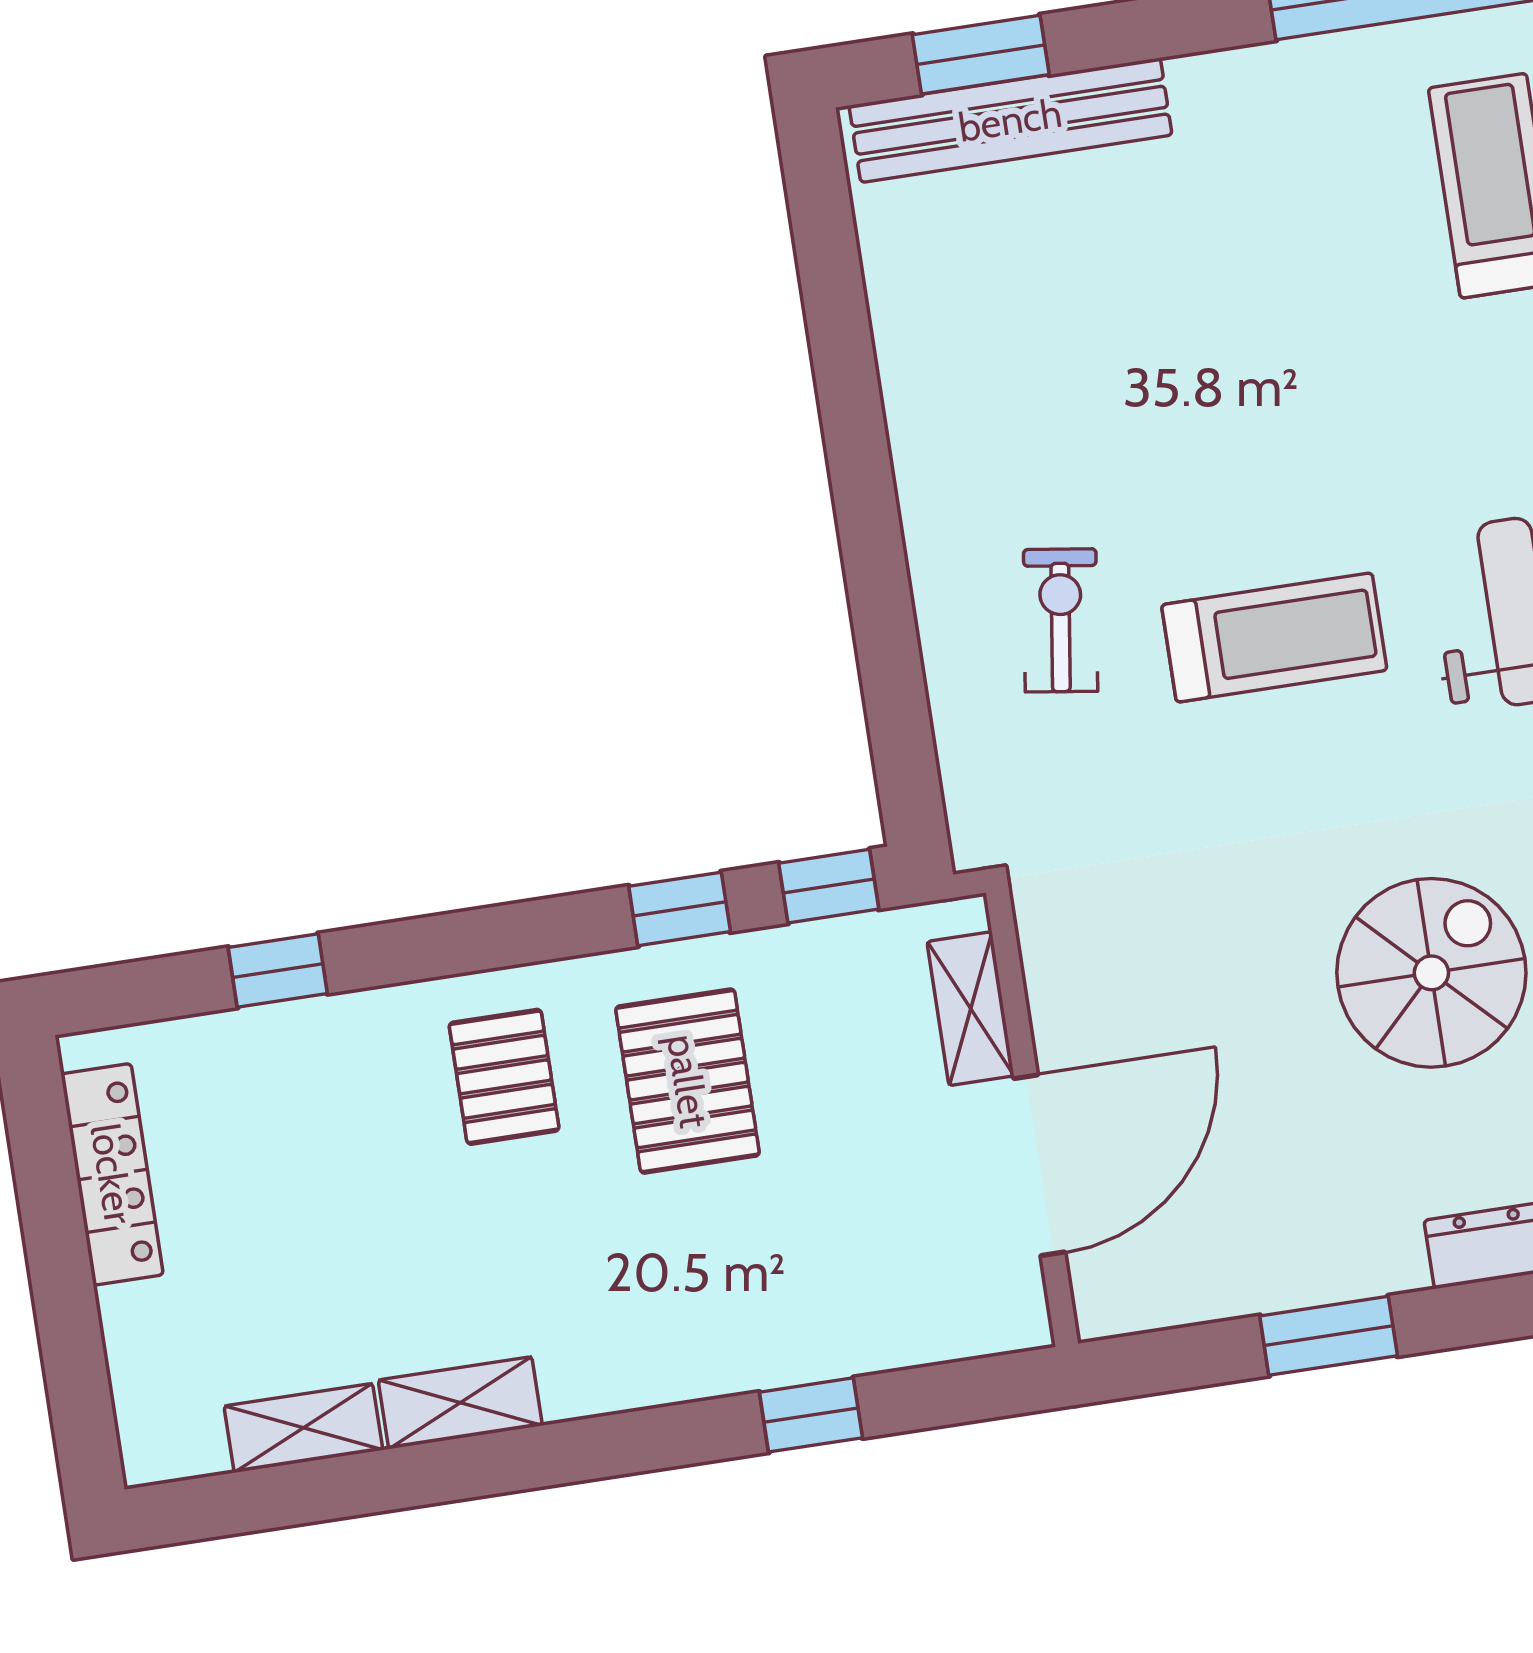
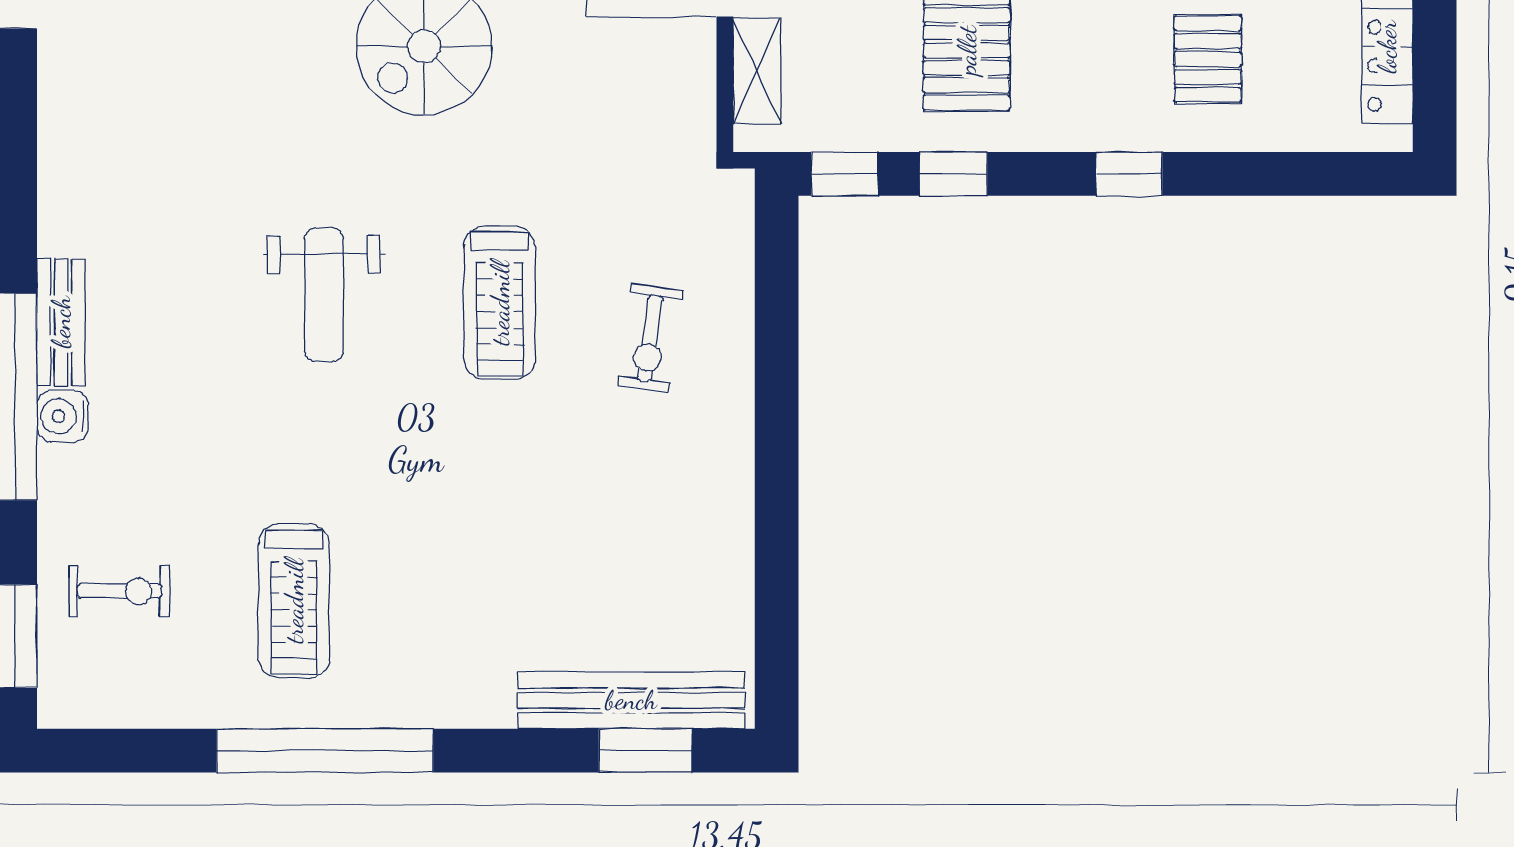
treadmill: (1274, 638) -> (500, 303), turned -90
window: (278, 970) -> (1129, 174), moved
pallet: (504, 1077) -> (1208, 59), moved

